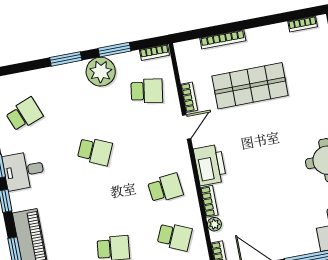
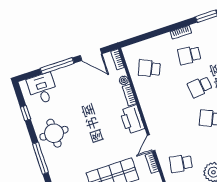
school desk: (165, 188) -> (200, 87), moved

